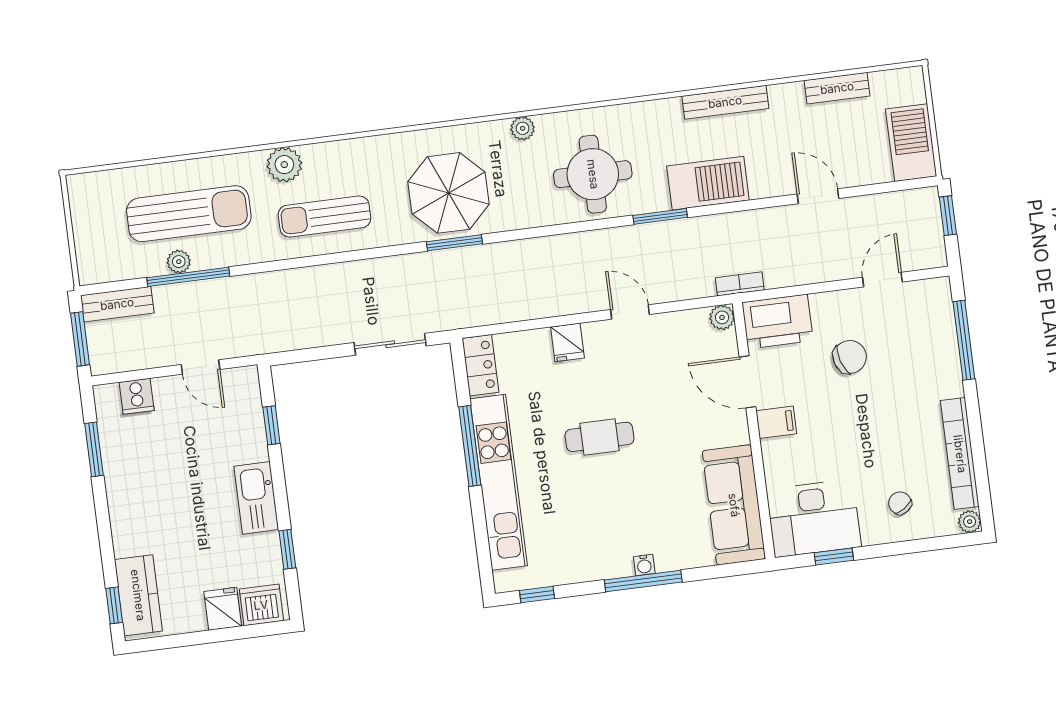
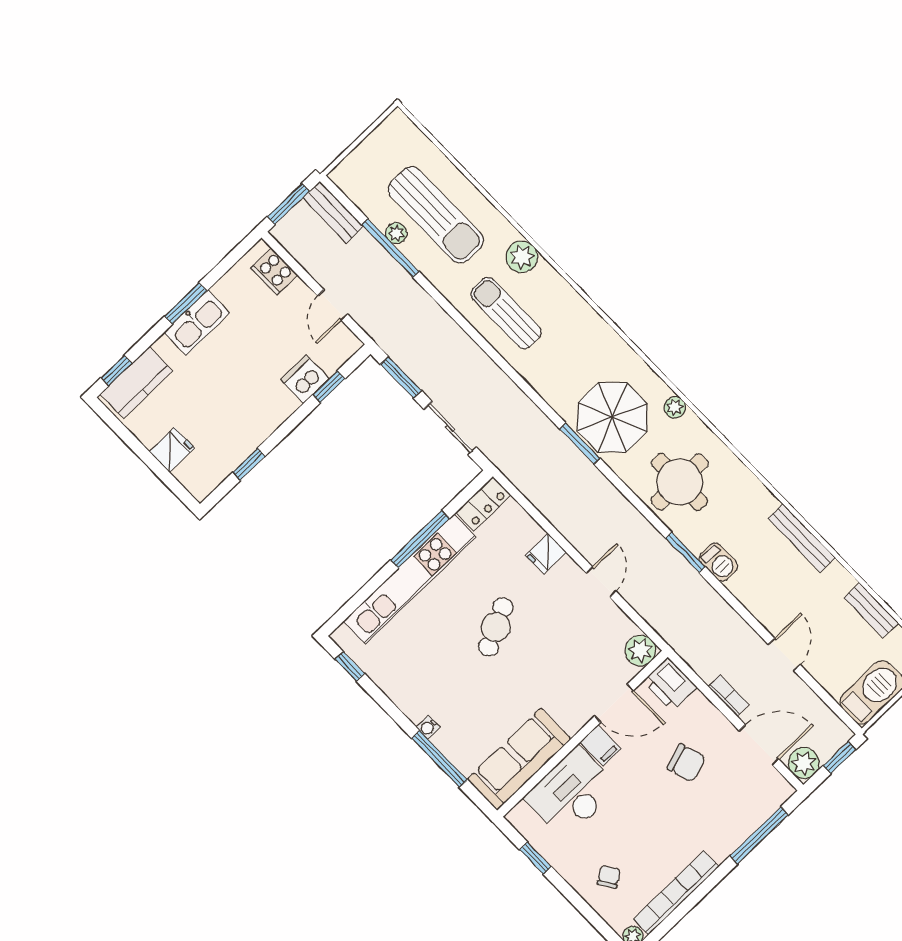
barbecue: (708, 183) -> (718, 562), width x0.53, depth x0.65
parasol: (448, 193) -> (612, 417), moved
window: (454, 243) -> (580, 444), moved
plant: (929, 252) -> (804, 763), added
door: (882, 280) -> (759, 745), width x1.37
bookcase: (740, 284) -> (728, 696), moved
plant: (722, 317) -> (640, 651), width x1.38, depth x1.38
printer: (778, 322) -> (670, 684), width x0.73, depth x0.84
window: (312, 354) -> (401, 378), added
door: (747, 382) -> (614, 703), swing flipped
cooker: (137, 396) -> (274, 271), width x1.36
cafe table: (599, 437) -> (496, 627), turned 64
window: (94, 449) -> (186, 303), moved
kitchen sink: (256, 498) -> (197, 323), moved, turned 180
desk: (814, 518) -> (572, 793), moved, turned 90
window: (643, 581) -> (439, 759), moved
dishwasher: (261, 605) -> (305, 379), moved, turned -90

